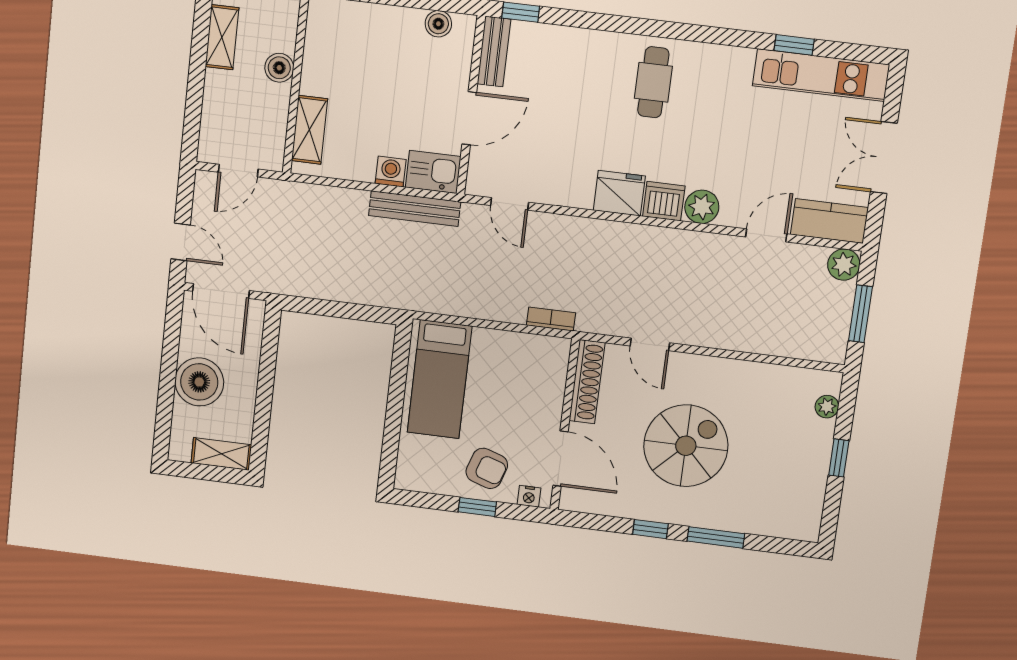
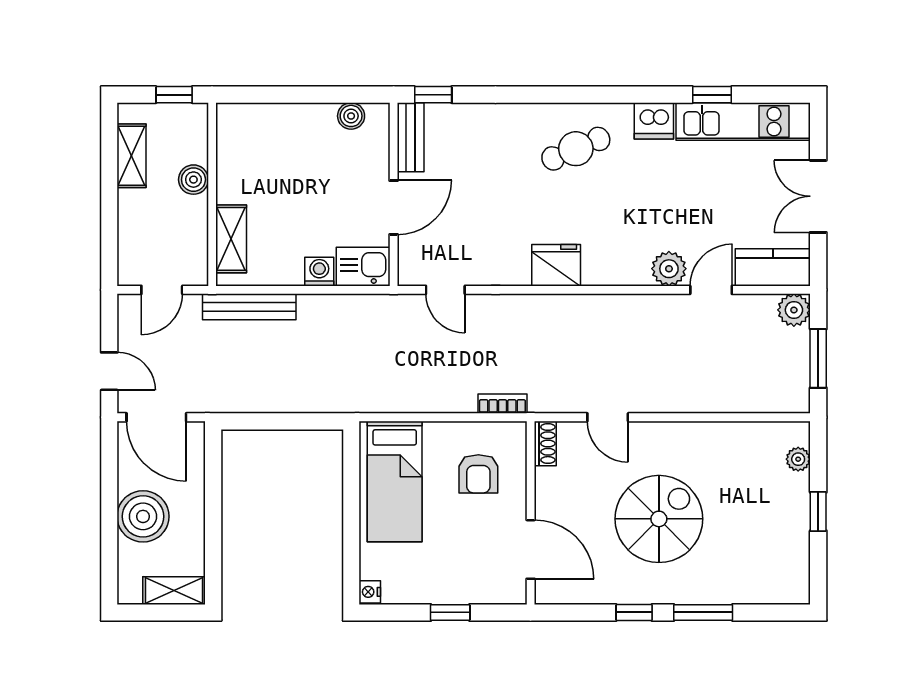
cafe table: (653, 82) -> (576, 149), turned 67
dishwasher: (664, 201) -> (654, 121), moved, turned 180
plant: (702, 207) -> (669, 269), moved
bench: (415, 209) -> (249, 307), moved
shoe rack: (587, 382) -> (545, 443), width x0.51, depth x0.81
armchair: (487, 468) -> (478, 474), moved, turned 72
nightstand: (529, 496) -> (370, 592), moved, turned 90

